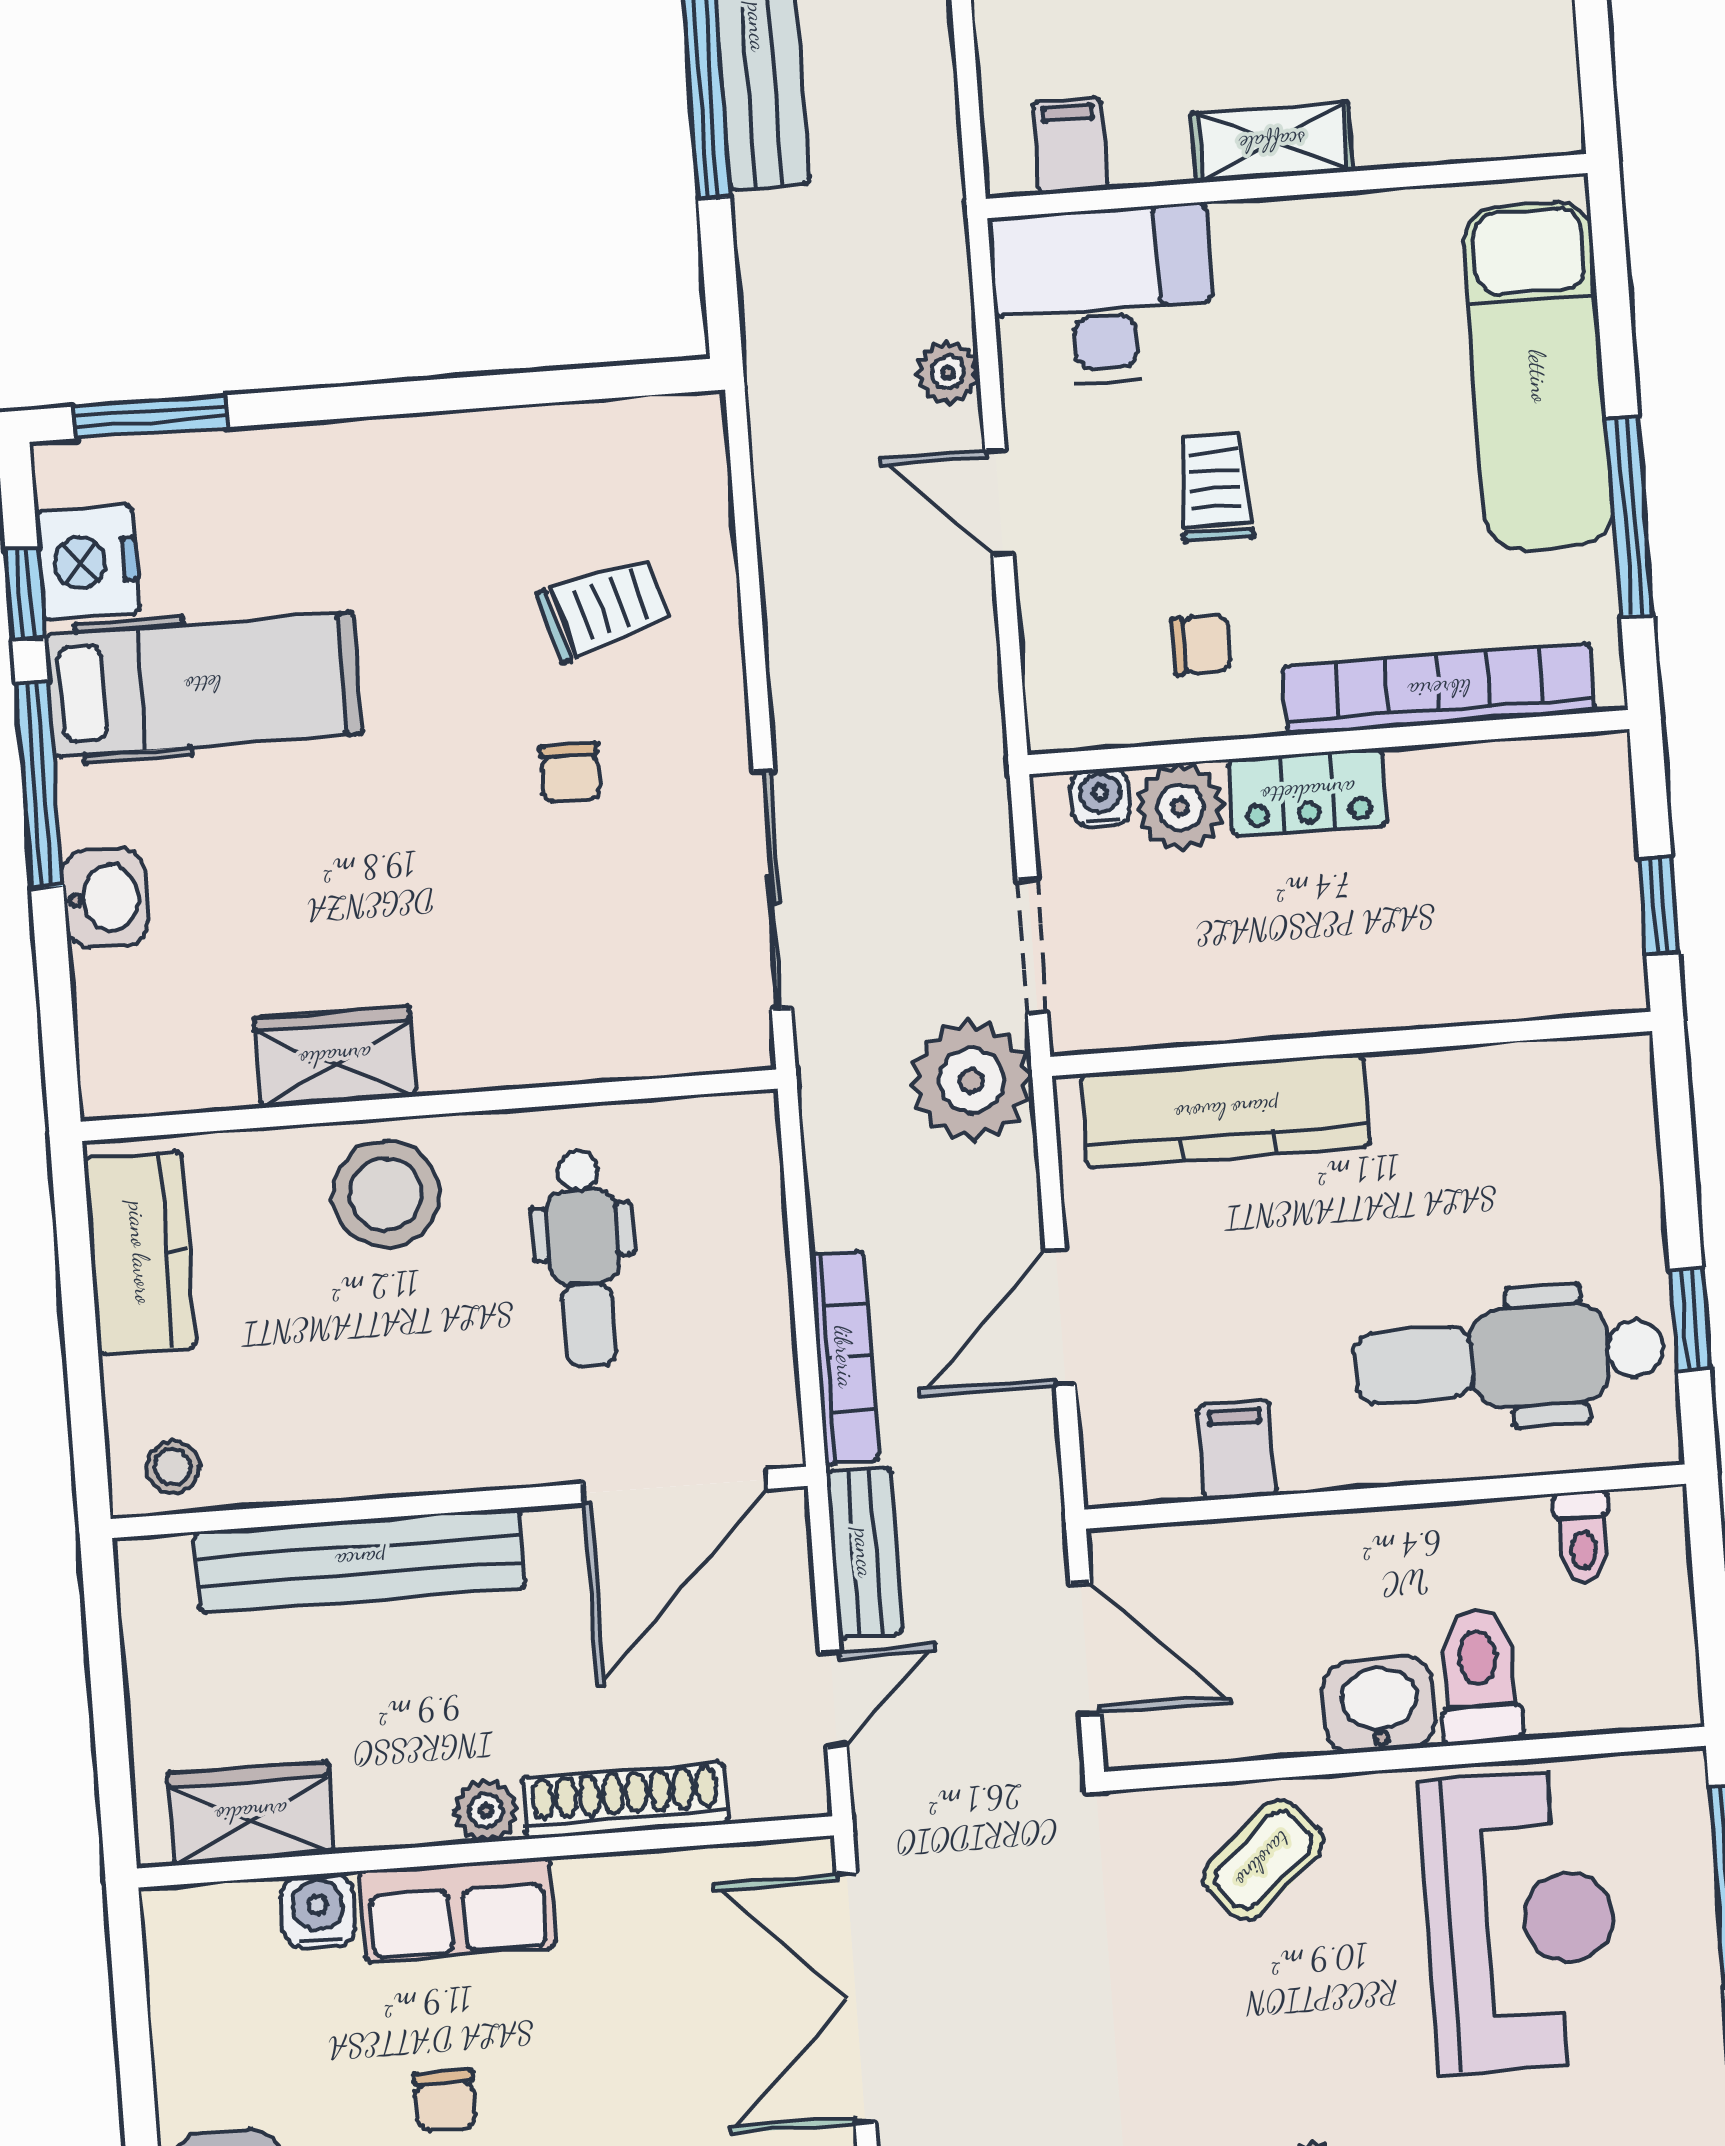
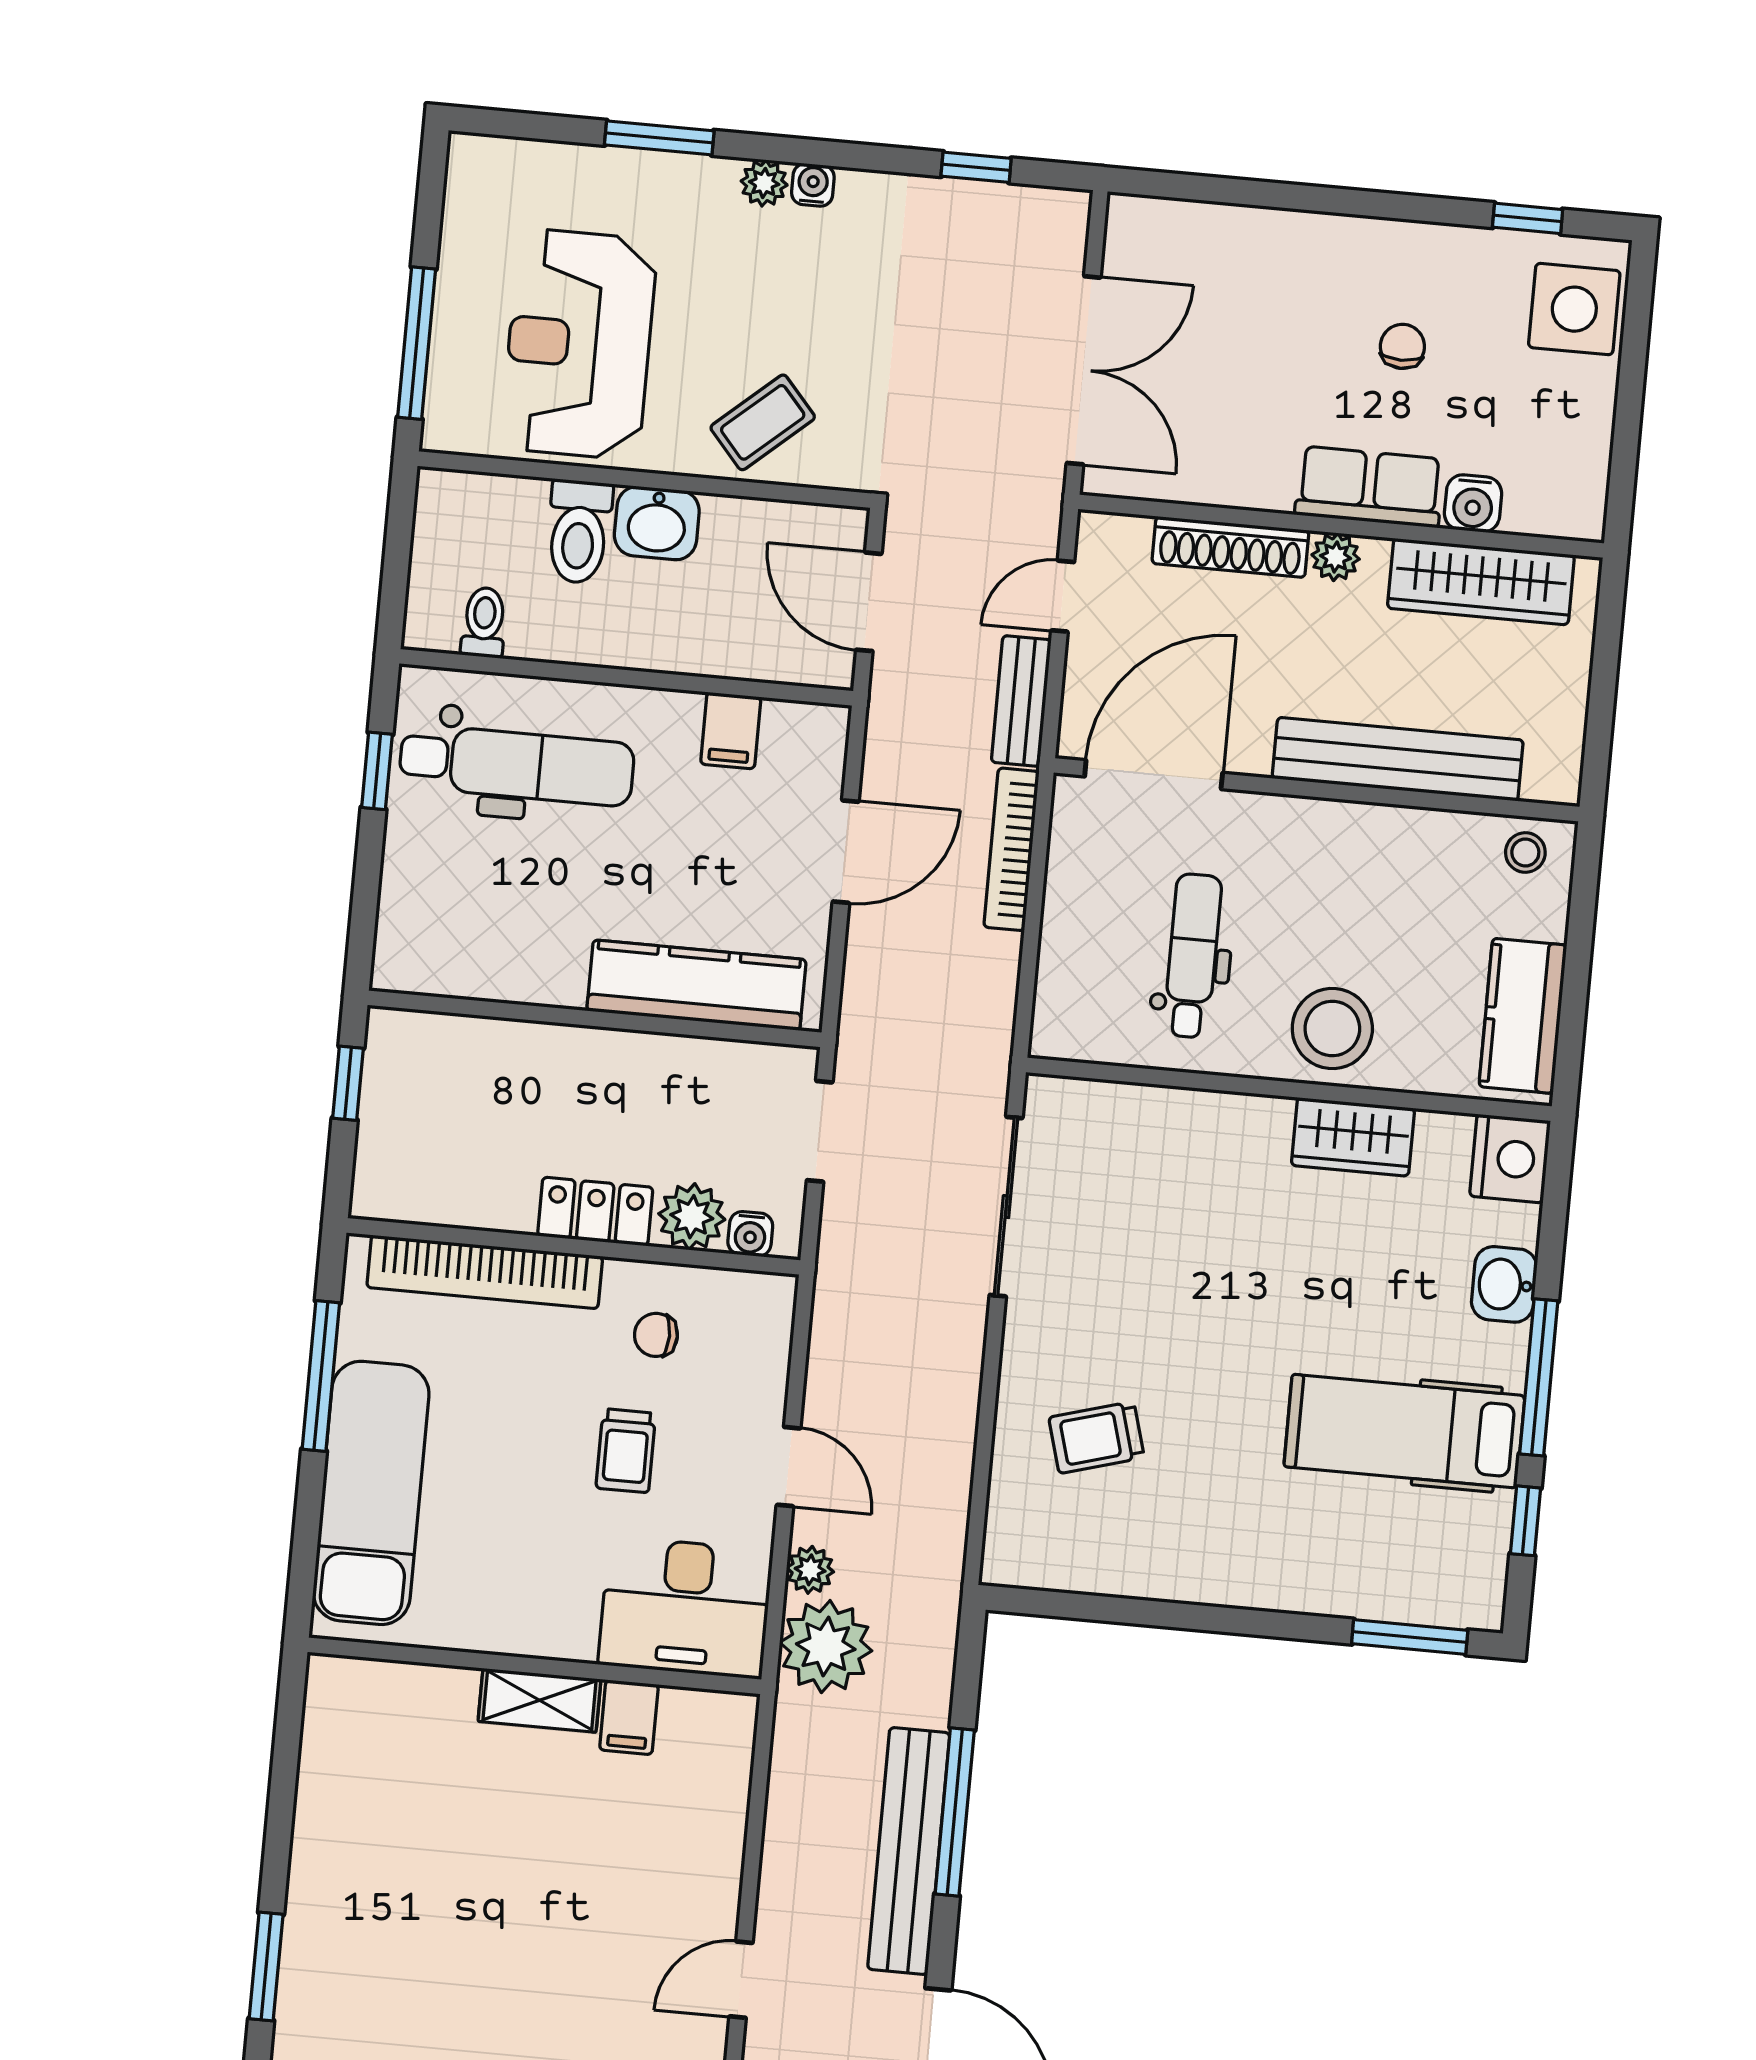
filing cabinet: (1070, 146) -> (629, 1717), moved
nightstand: (87, 562) -> (1510, 1159), moved
chair: (570, 773) -> (1142, 1319), removed
plant: (971, 1081) -> (826, 1647), moved
wardrobe: (251, 1813) -> (1481, 582), width x1.50

